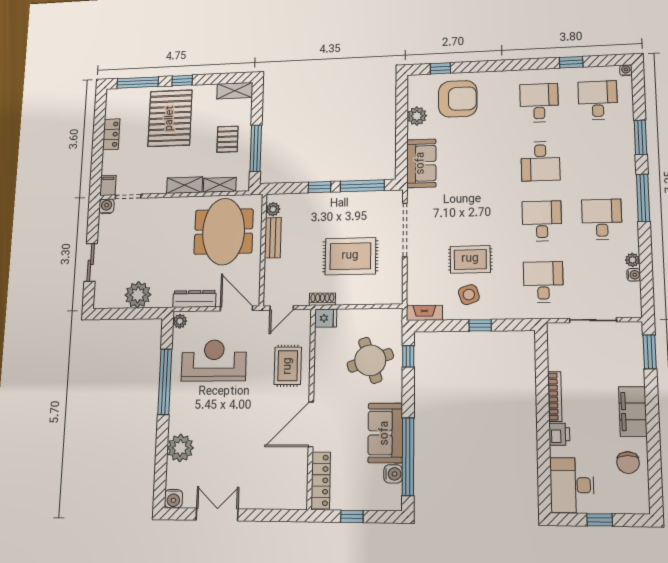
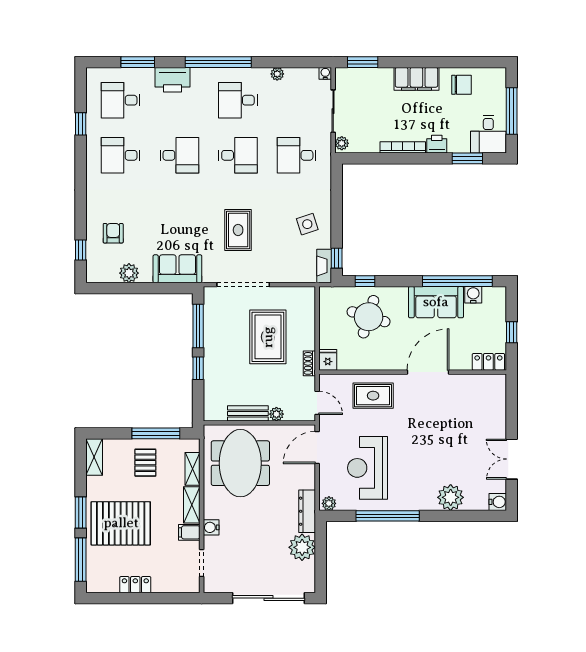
water cooler: (626, 70) -> (92, 73), removed
window: (182, 81) -> (81, 512), width x1.50
armchair: (458, 99) -> (113, 233), width x0.53, depth x0.53
window: (640, 137) -> (138, 62), moved
pallet: (227, 139) -> (145, 463), turned 90
printer: (622, 151) -> (173, 80), added
filing cabinet: (108, 185) -> (189, 532), moved
window: (643, 198) -> (218, 62), width x1.46
water cooler: (106, 206) -> (211, 527), moved
plant: (273, 209) -> (276, 414), moved
desk: (542, 221) -> (238, 155), turned 180
meeting table: (224, 232) -> (240, 463), turned 90
rug: (470, 259) -> (238, 230), moved
sliding door: (91, 262) -> (268, 598), width x1.86
water cooler: (634, 275) -> (325, 73), moved
dresser: (194, 299) -> (307, 511), moved
window: (480, 325) -> (337, 258), moved
plant: (558, 330) -> (342, 143), added
round table: (370, 360) -> (369, 317), turned 35
door: (311, 424) -> (428, 372), swing flipped
window: (544, 469) -> (467, 158), added
locker: (321, 480) -> (488, 362), width x0.66
desk: (572, 485) -> (488, 134), width x0.73
window: (600, 520) -> (512, 111), width x2.17

